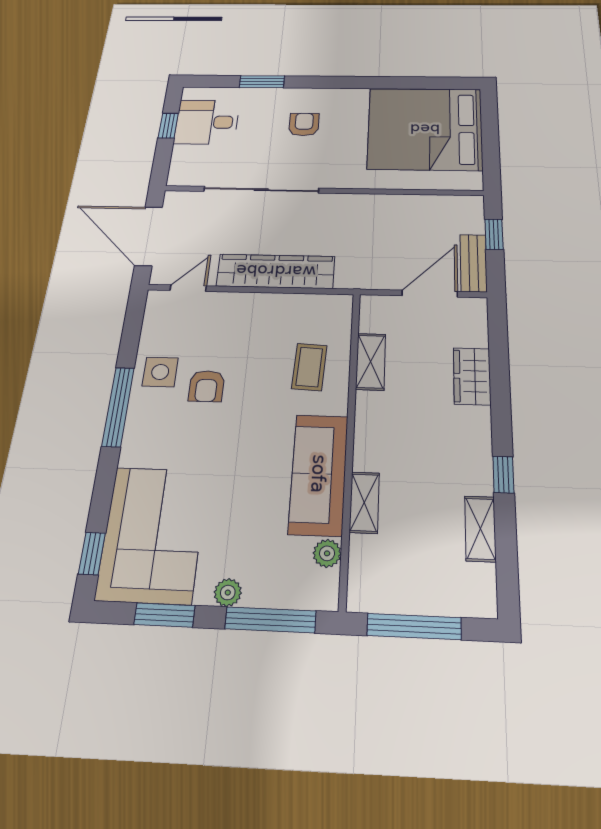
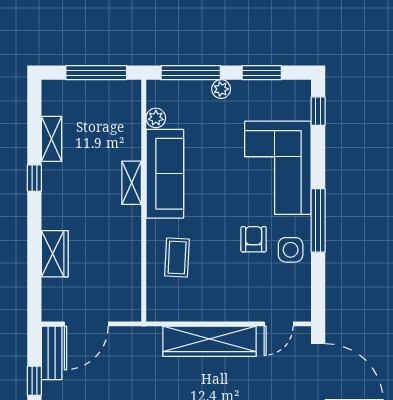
shelving: (371, 362) -> (131, 263), removed
shelving: (364, 502) -> (132, 183), moved
corner sofa: (153, 534) -> (278, 168), moved

